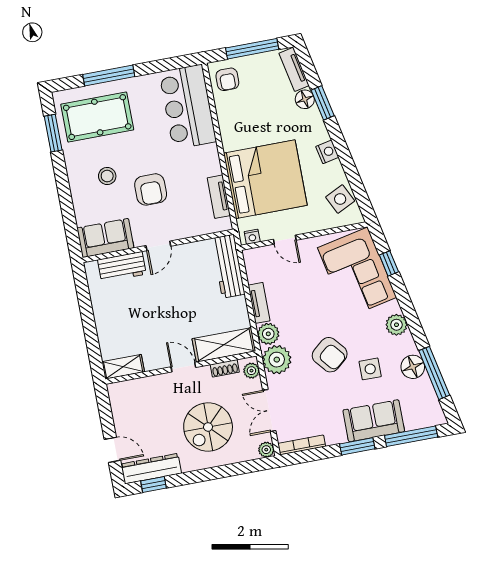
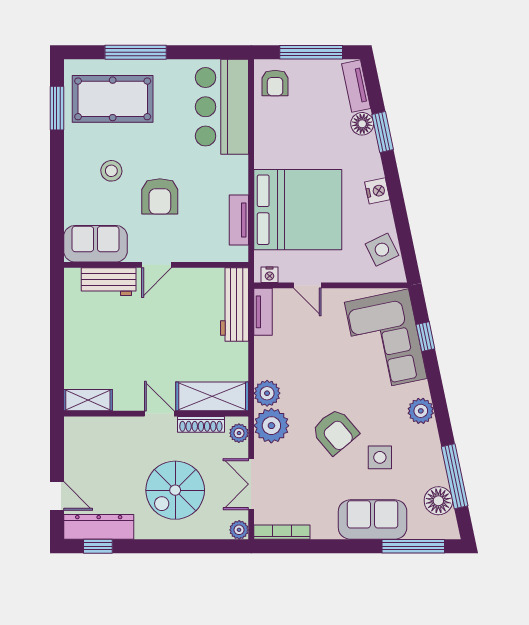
tv unit: (259, 303) -> (263, 312), moved
floor lamp: (413, 367) -> (438, 501), moved
shoe rack: (225, 368) -> (201, 424), width x1.43
window: (357, 446) -> (347, 546), removed

